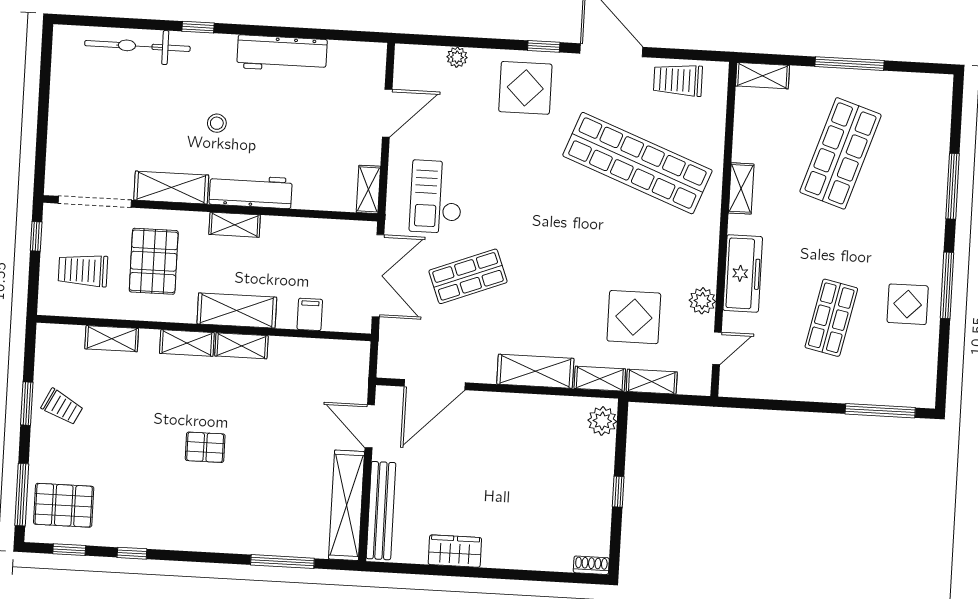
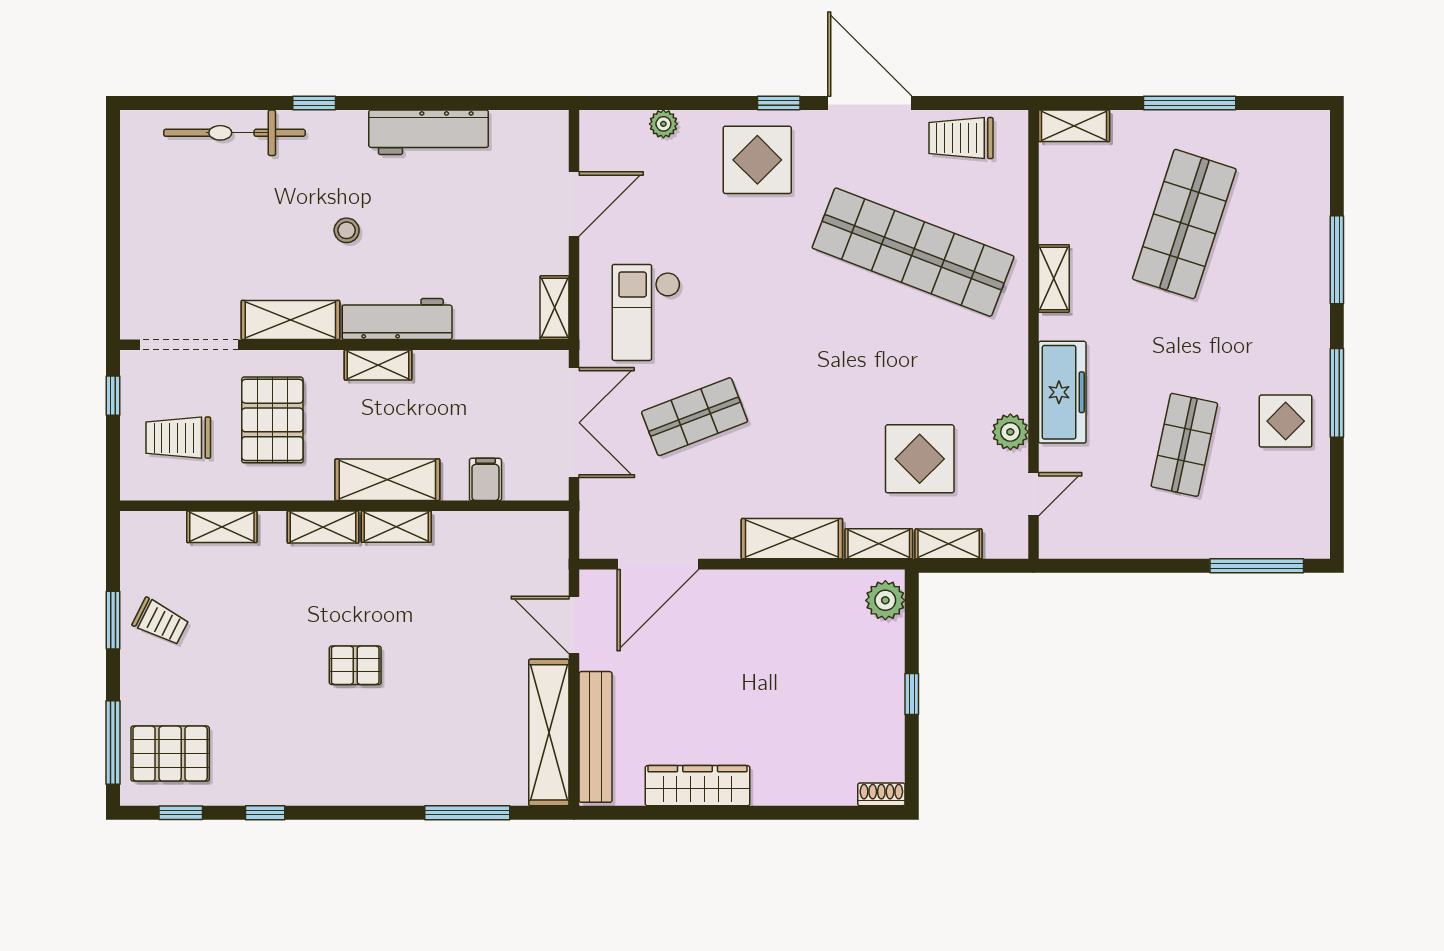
wardrobe: (455, 551) -> (698, 786), width x1.50

